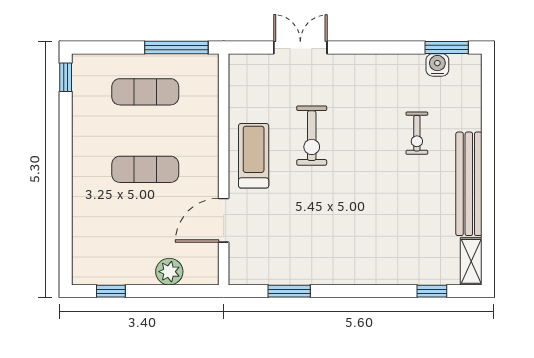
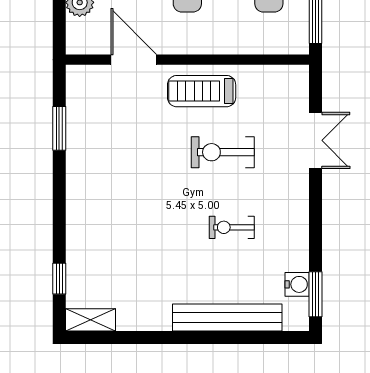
exercise bike: (417, 133) -> (232, 227), moved
treadmill: (254, 156) -> (202, 91), turned 180
bench: (469, 184) -> (227, 318), moved

